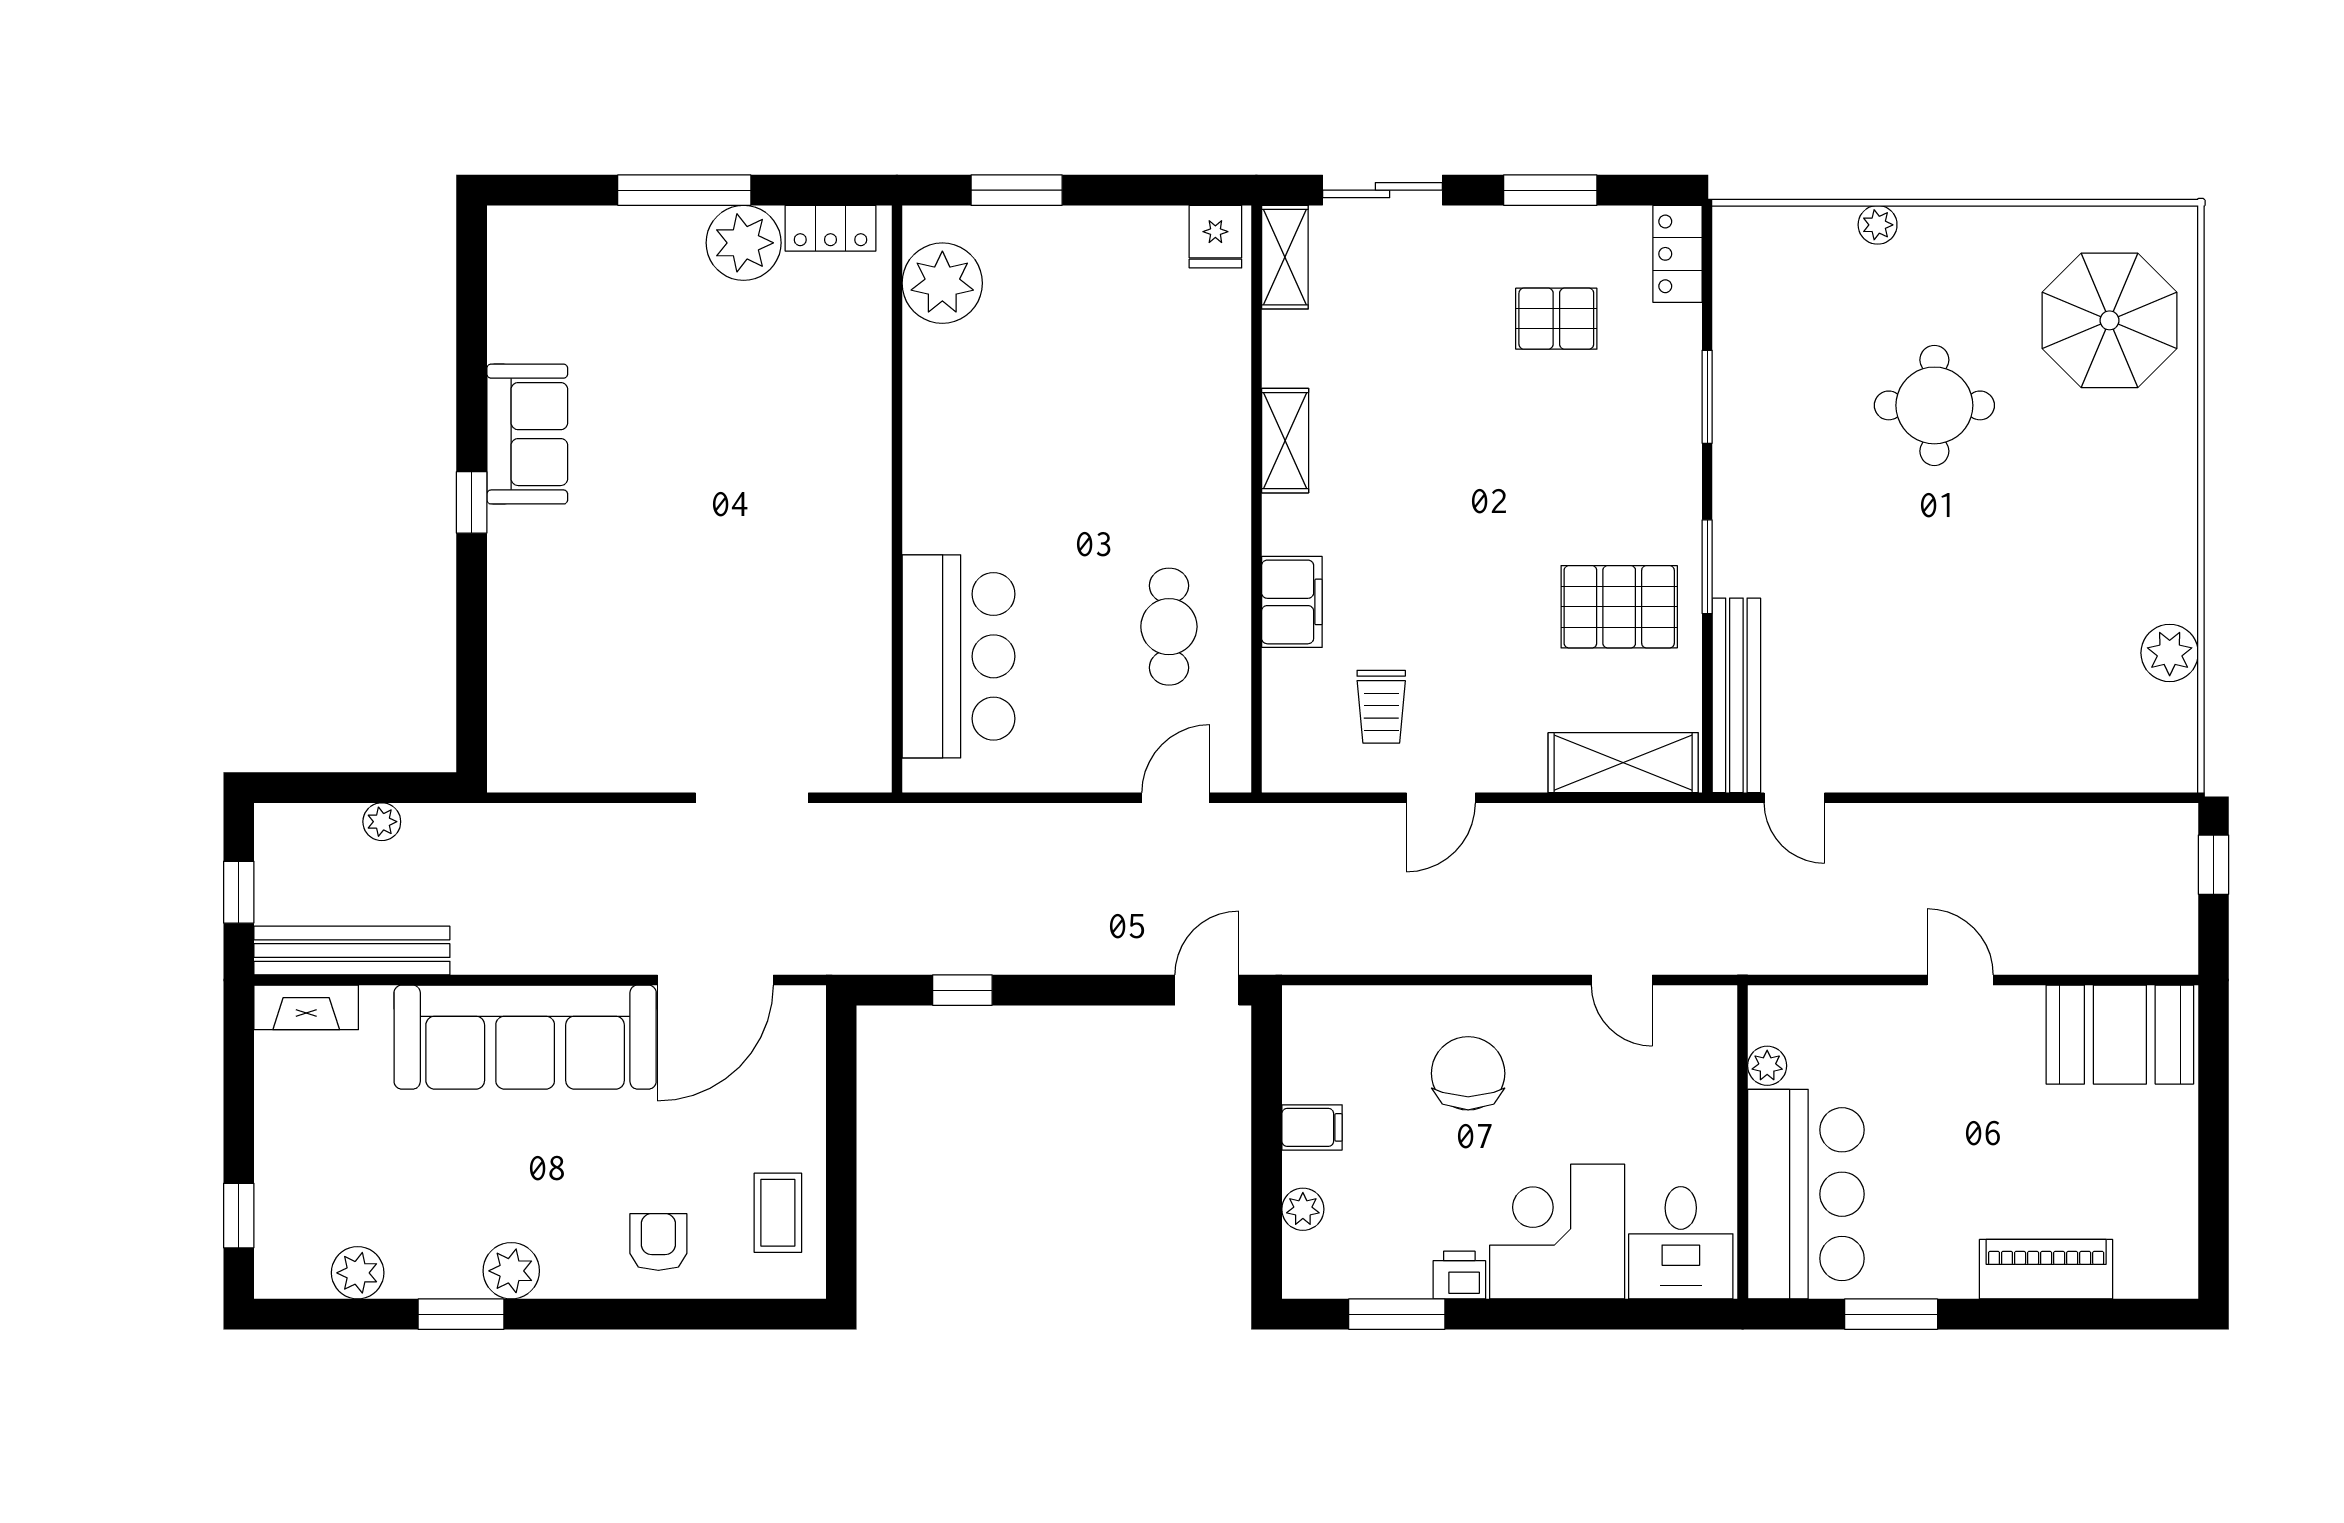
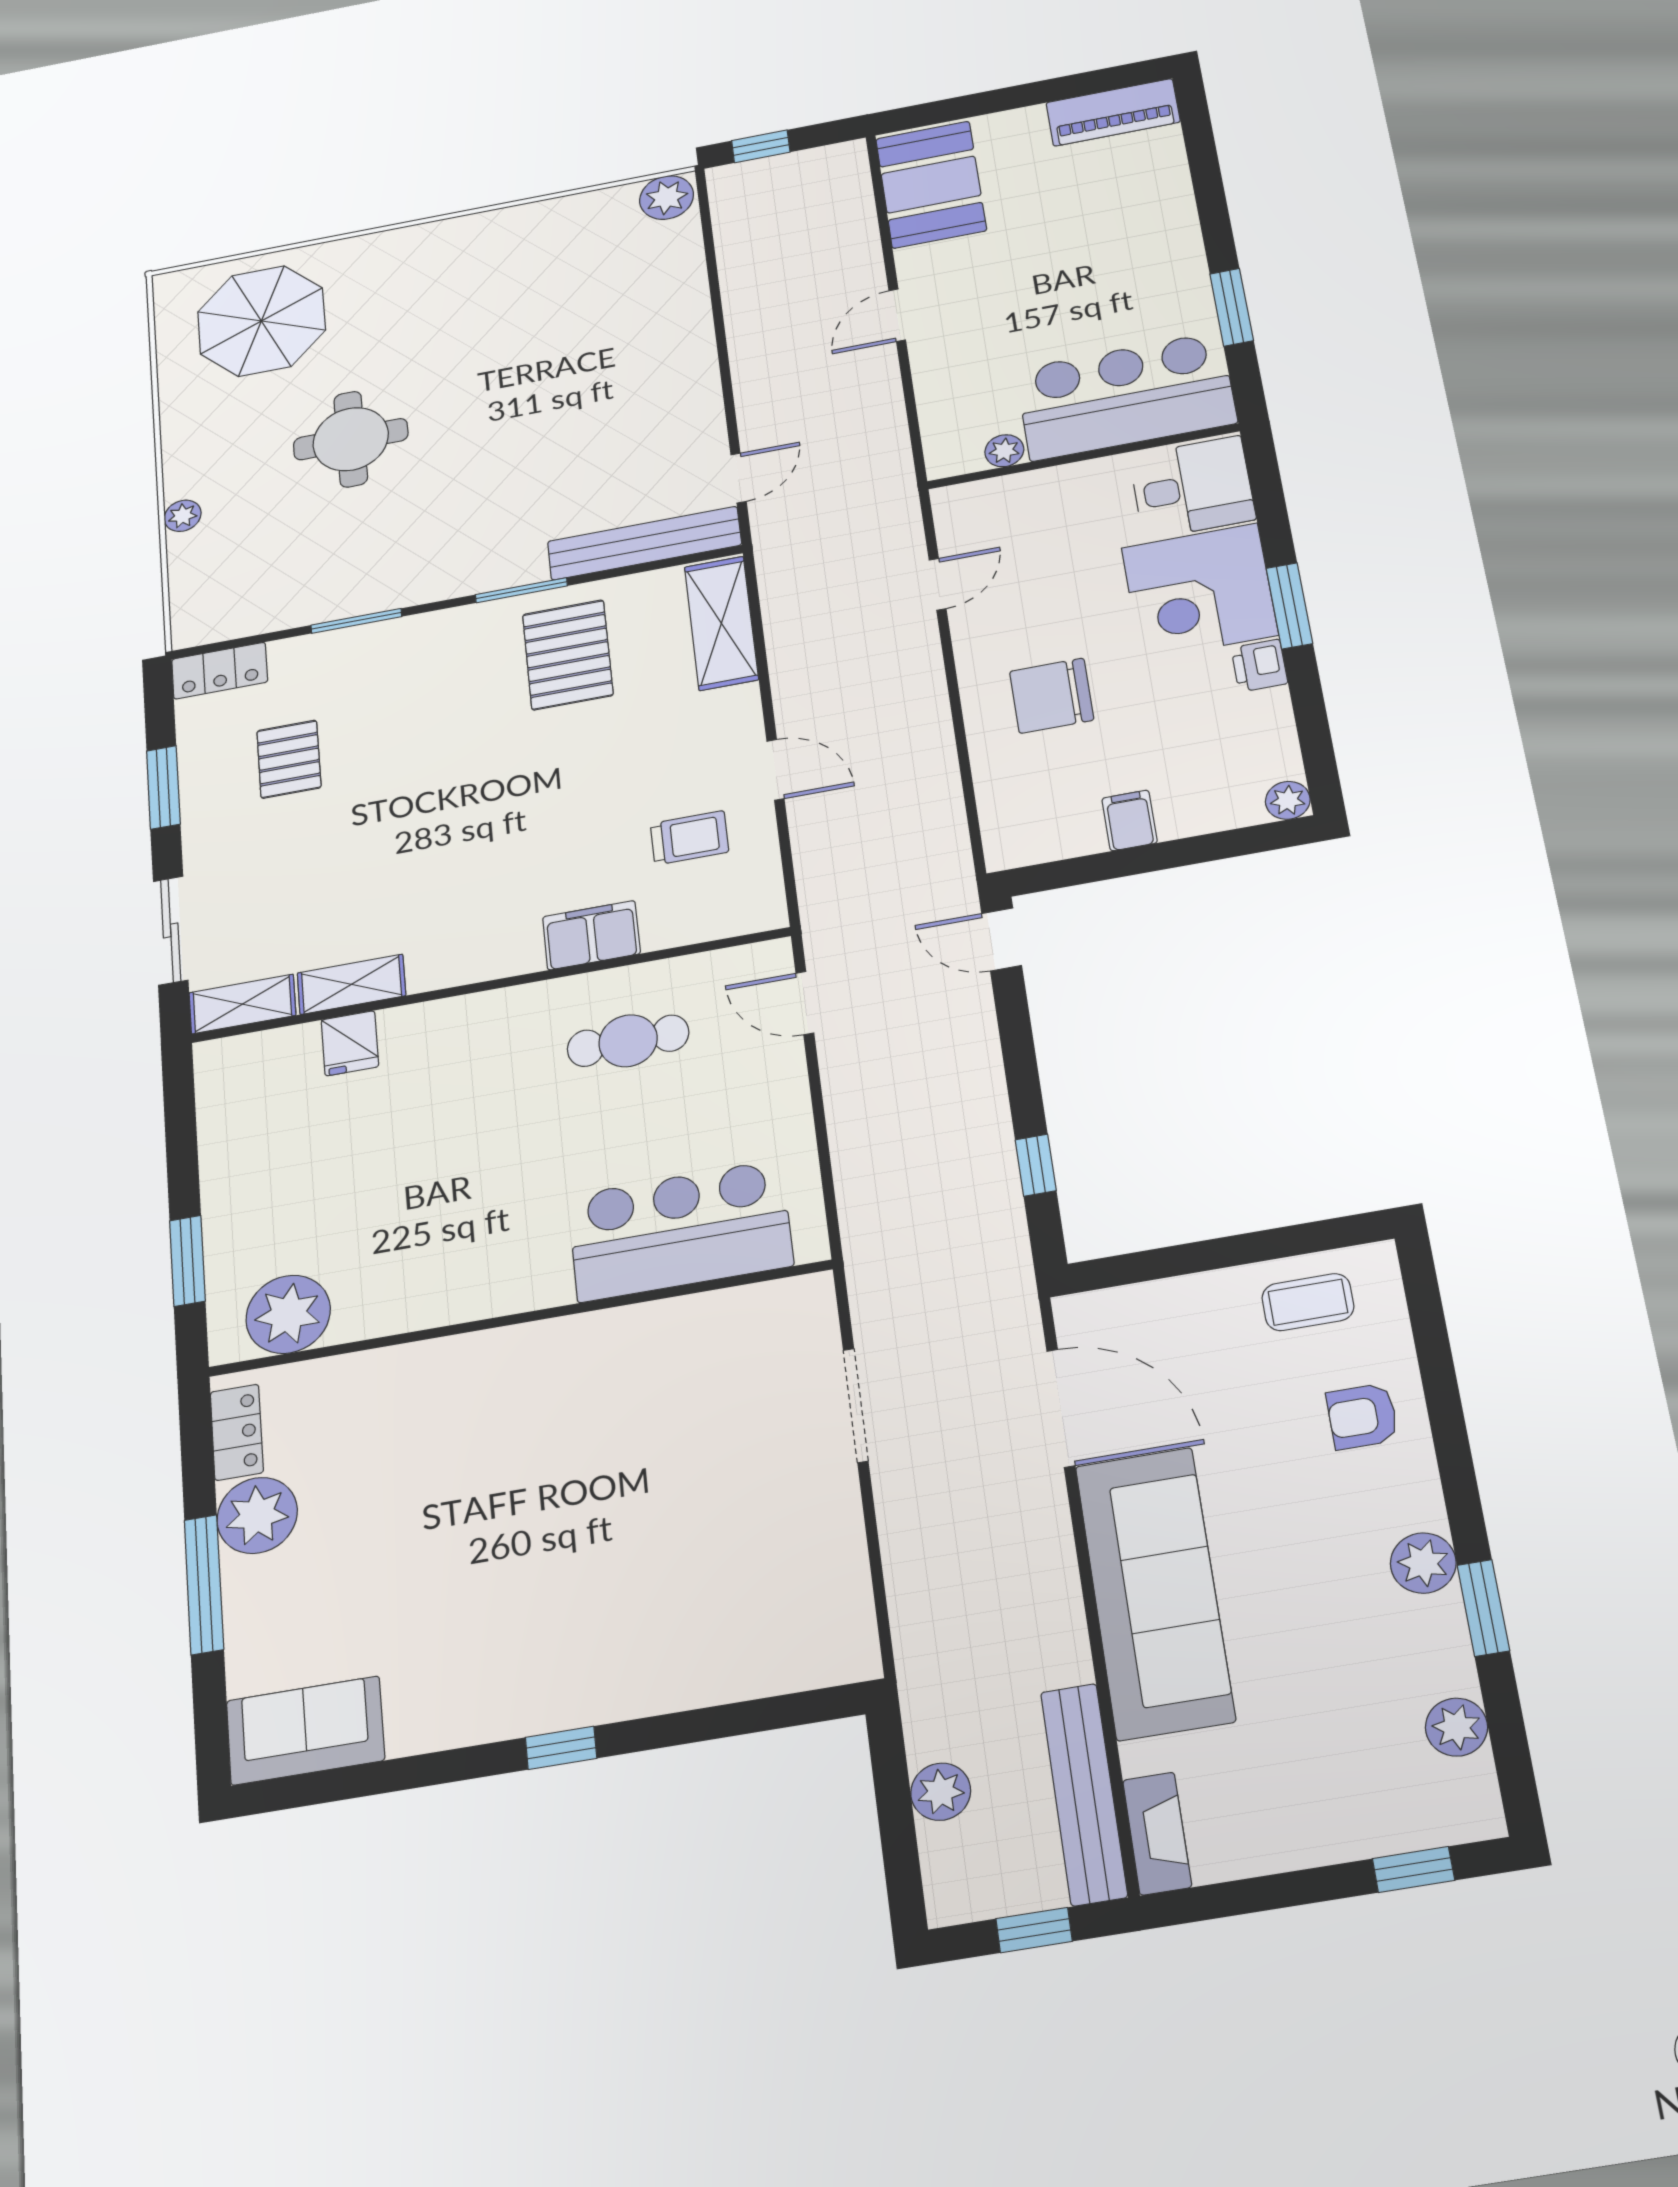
fridge: (1215, 237) -> (350, 1043), moved, turned 90
sofa: (527, 434) -> (305, 1731), moved
shelving: (1285, 441) -> (351, 984), moved
plant: (2170, 653) -> (667, 198), moved
plant: (382, 822) -> (941, 1792), width x1.38, depth x1.38
plant: (1303, 1209) -> (1288, 800), moved
piano: (2046, 1269) -> (1113, 112), moved, turned -90
window: (1397, 1314) -> (1289, 606), moved

